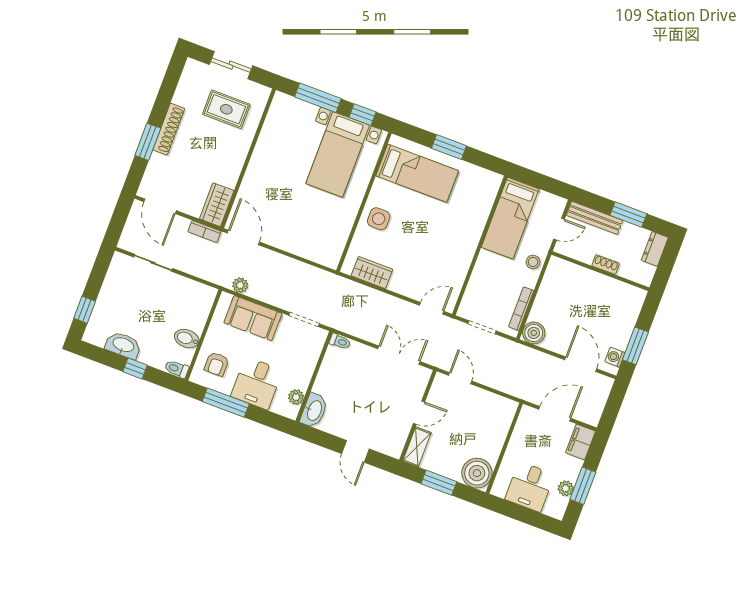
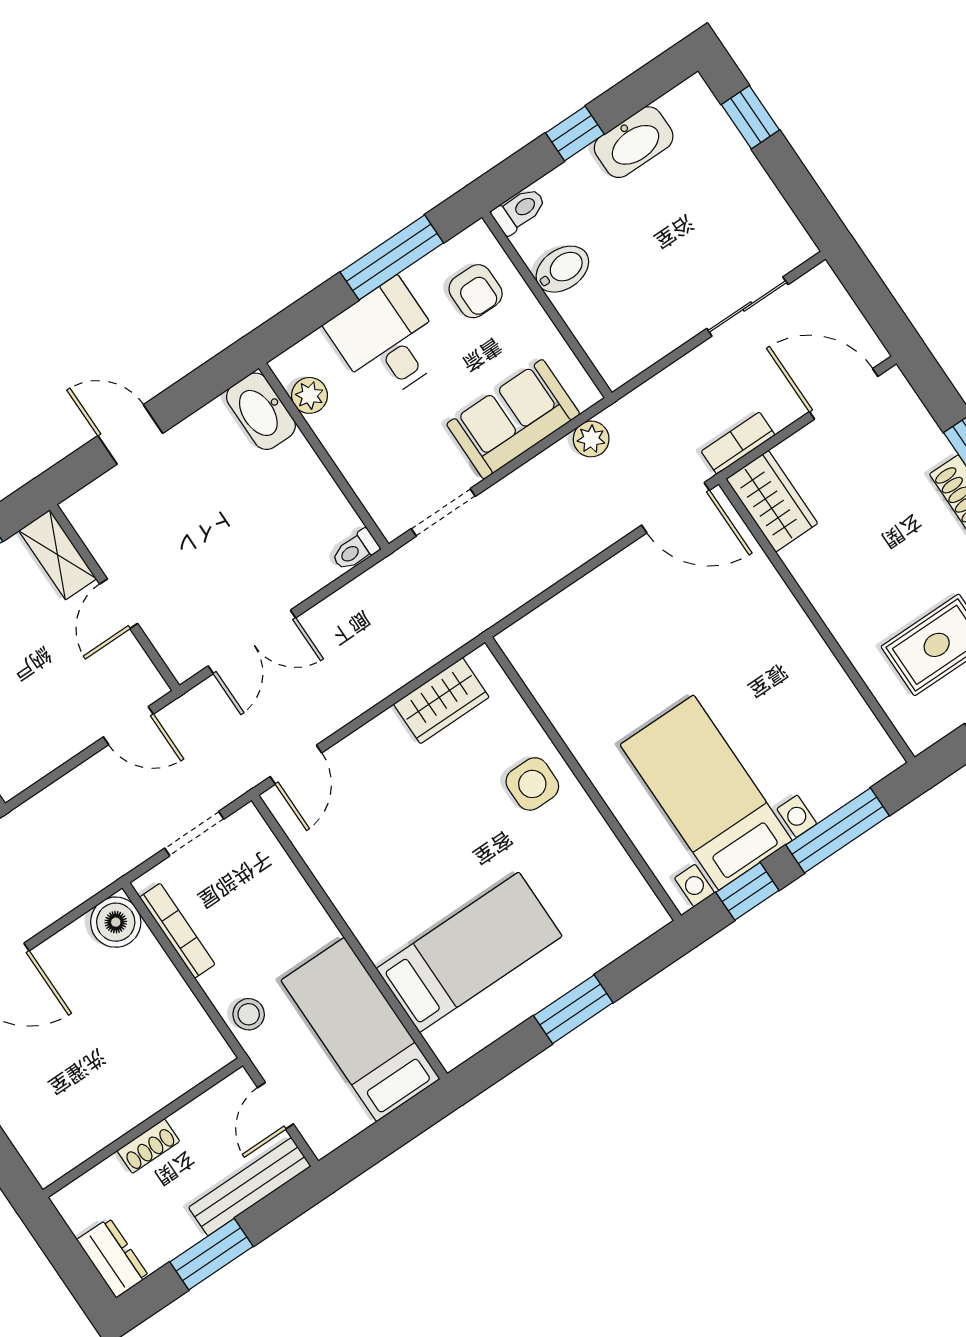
bed: (417, 173) -> (469, 952), moved, turned 180
armchair: (217, 364) -> (476, 291), turned 180

